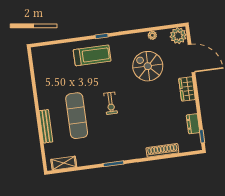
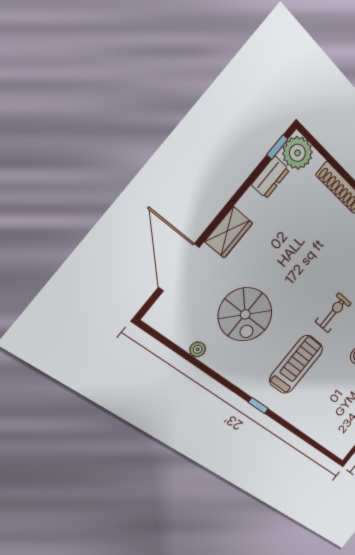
plant: (178, 36) -> (297, 153), moved
treadmill: (92, 55) -> (296, 364), moved, turned 90

